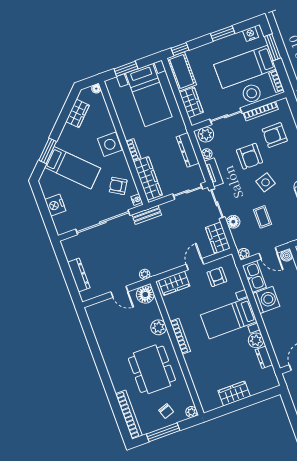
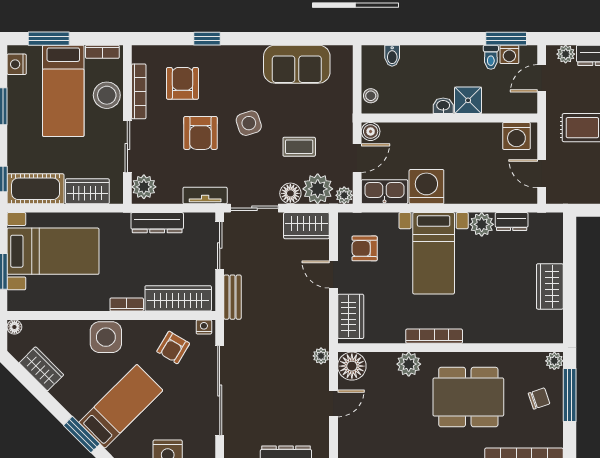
armchair: (275, 135) -> (182, 83), turned 180
plant: (207, 154) -> (318, 189), moved, width x1.88, depth x1.88
armchair: (250, 156) -> (201, 133), turned 90
bench: (147, 215) -> (233, 297), moved
window: (163, 432) -> (570, 395), moved

